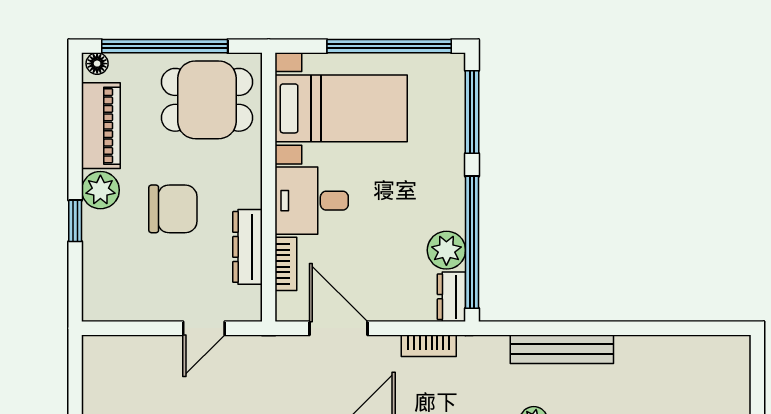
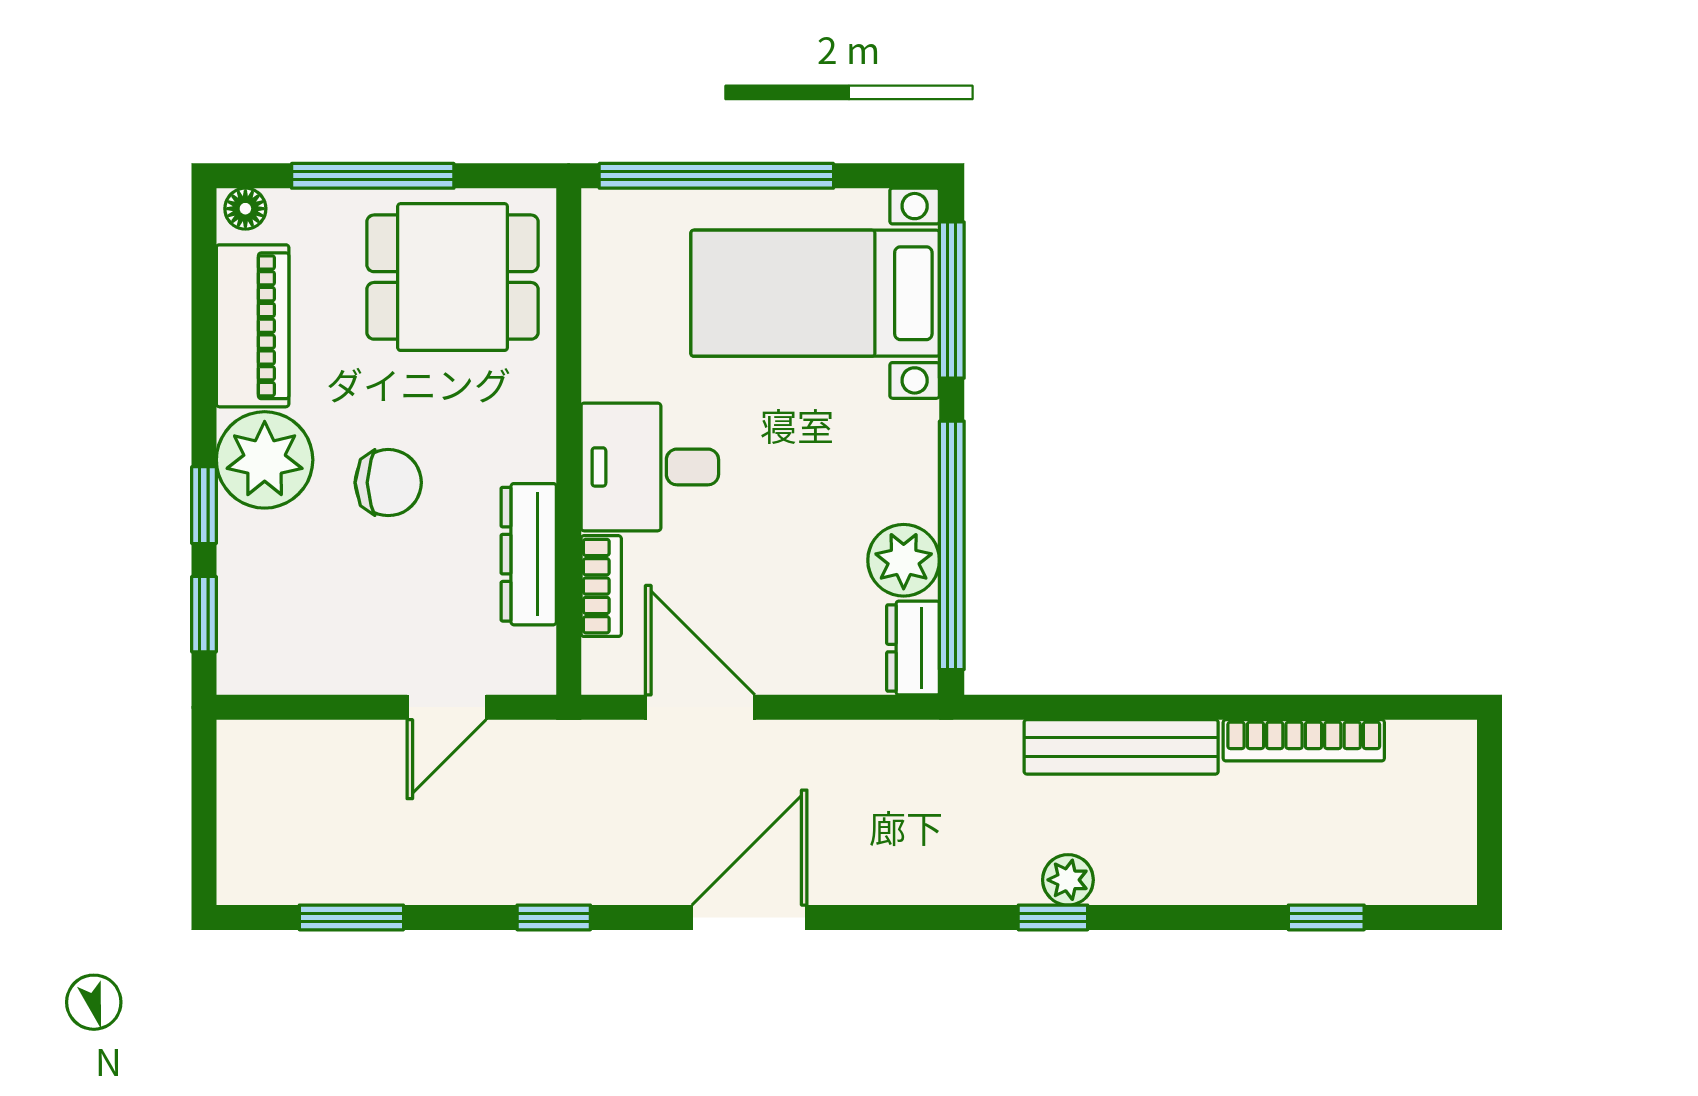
window: (165, 46) -> (373, 176), width x0.68
window: (389, 46) -> (716, 176), moved
bed with nightstands: (341, 108) -> (815, 293), moved, turned 180
plant: (100, 190) -> (265, 460), width x1.36, depth x1.36
chair: (173, 209) -> (388, 483), width x0.73, depth x0.73
window: (75, 279) -> (204, 614), added
bookcase: (429, 346) -> (1304, 740), moved, width x1.56

